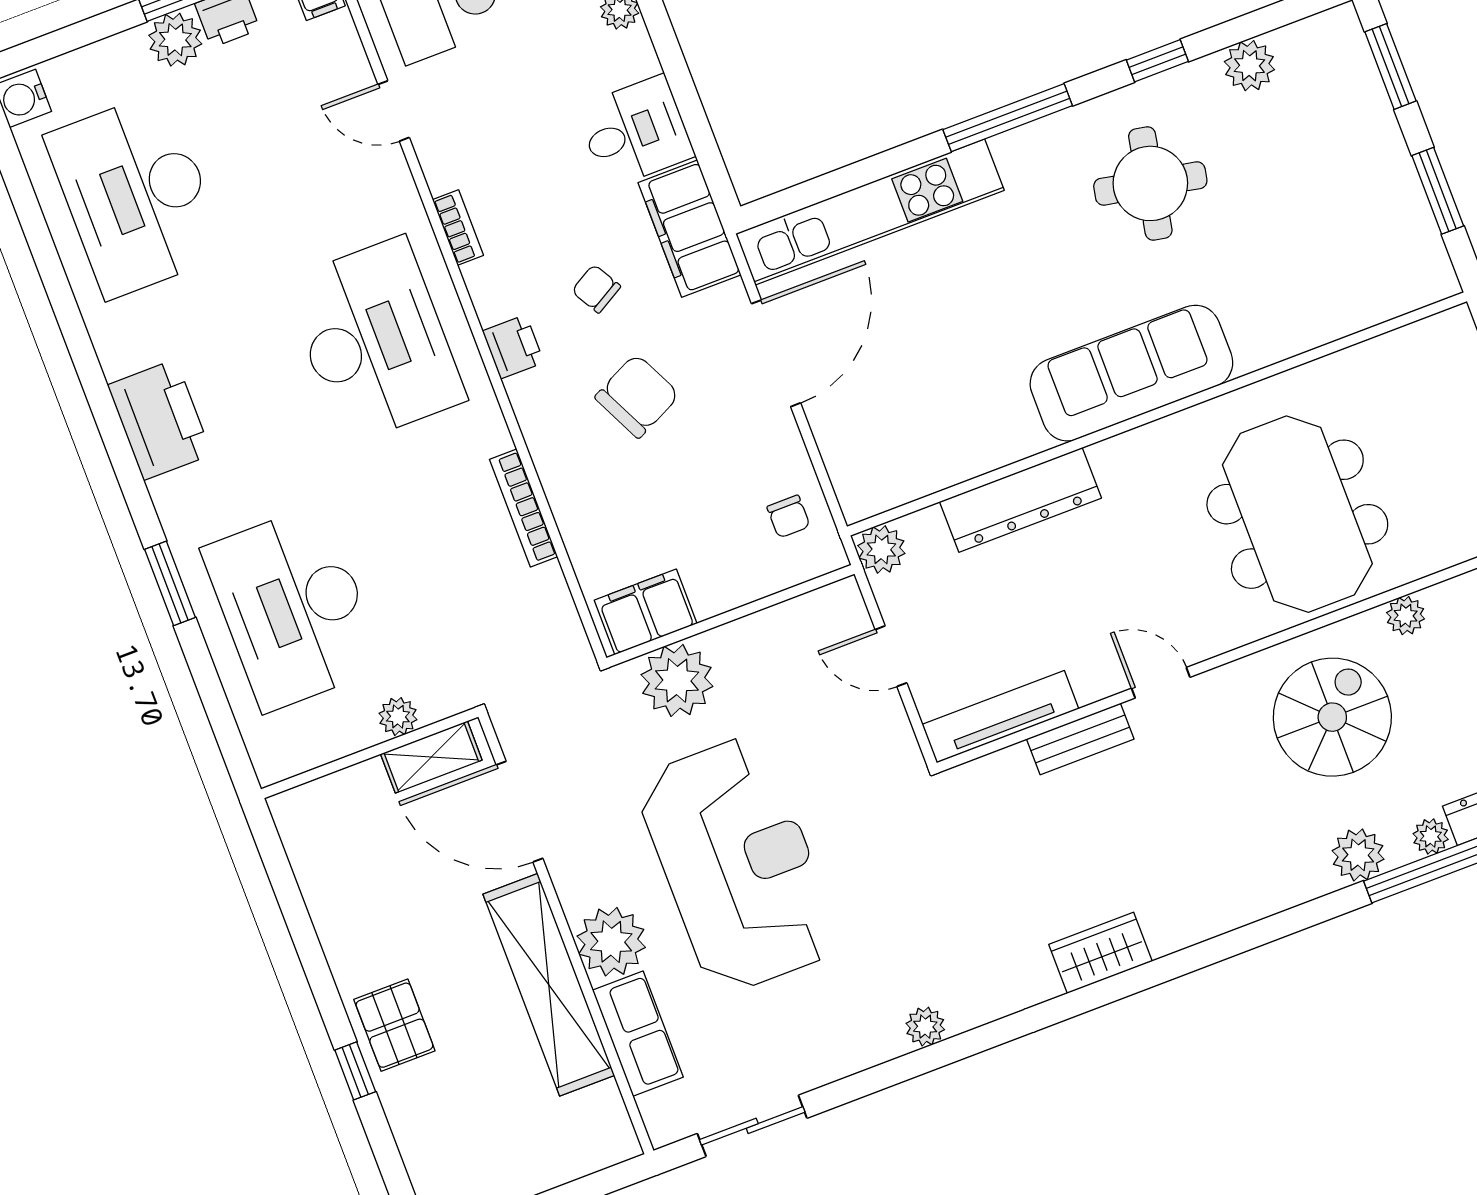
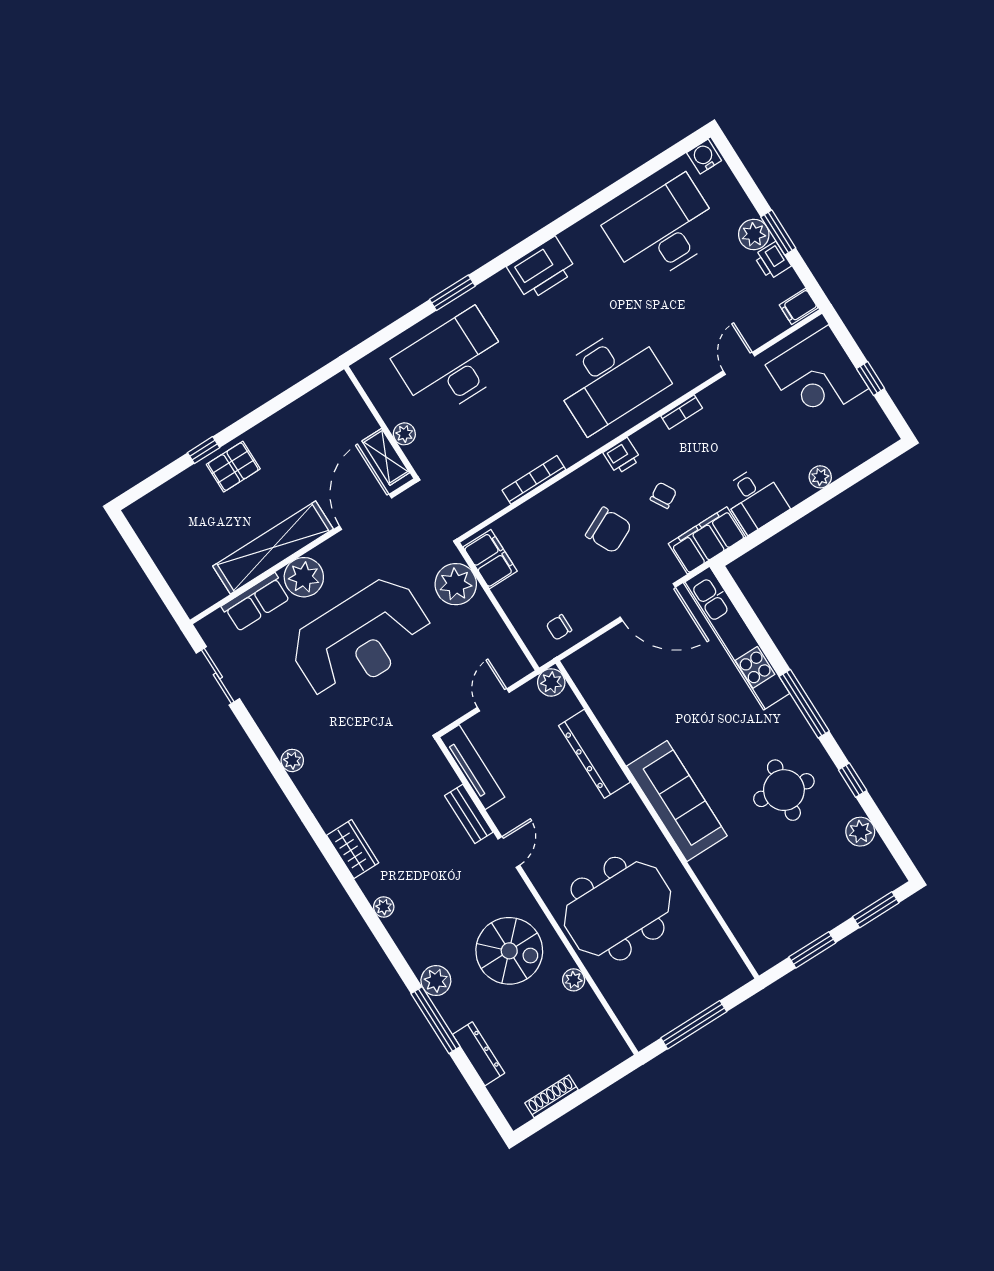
plant: (1431, 836) -> (384, 907), moved

